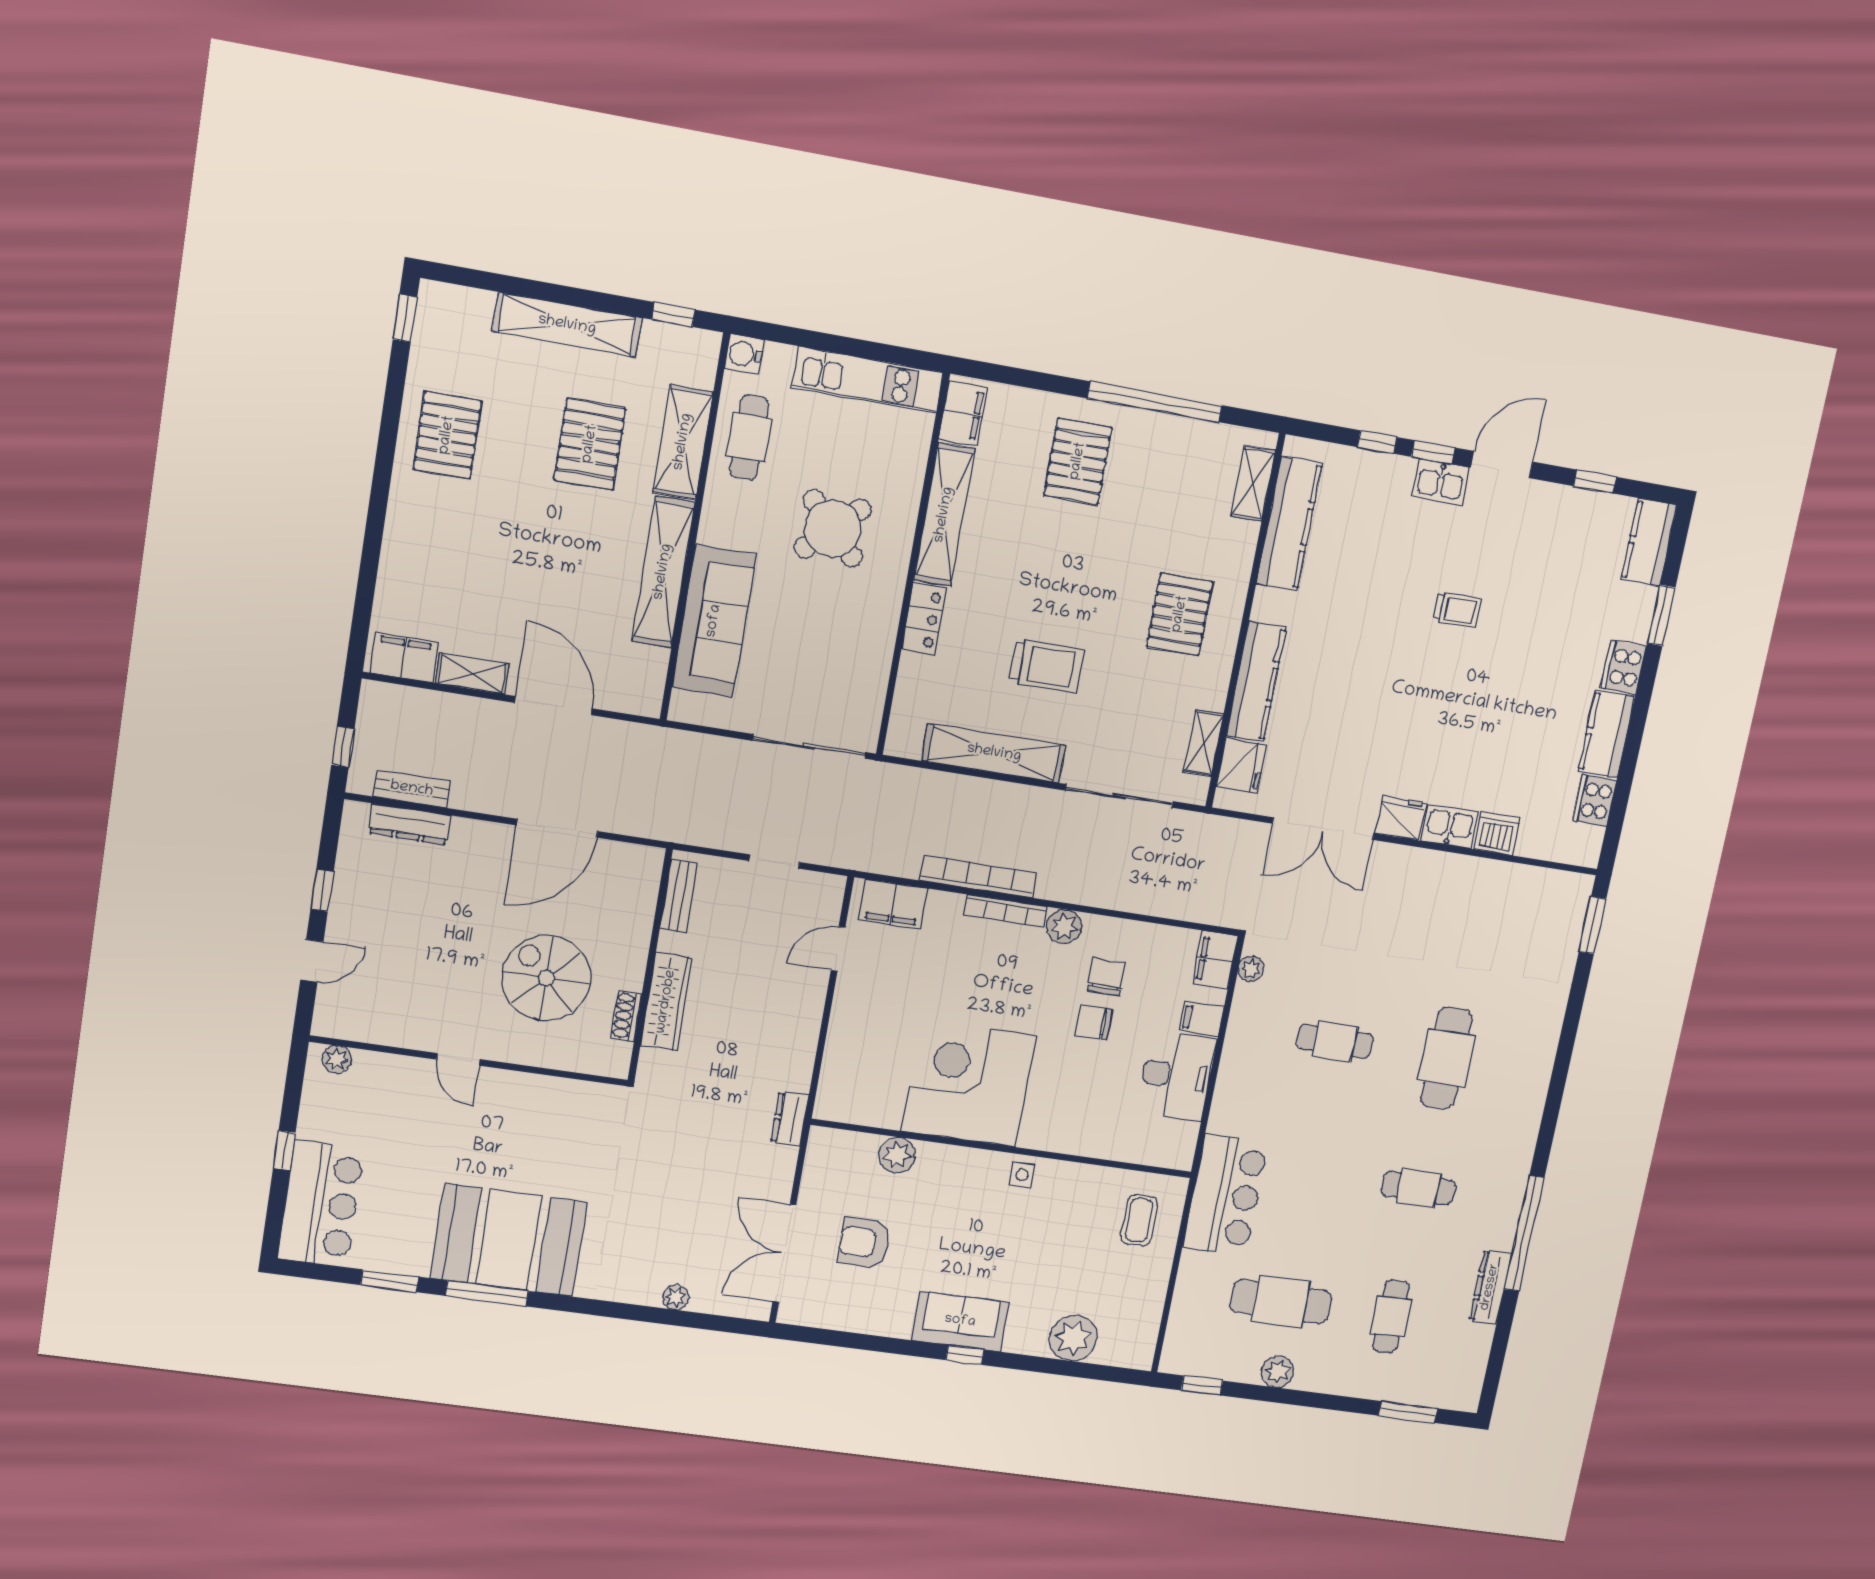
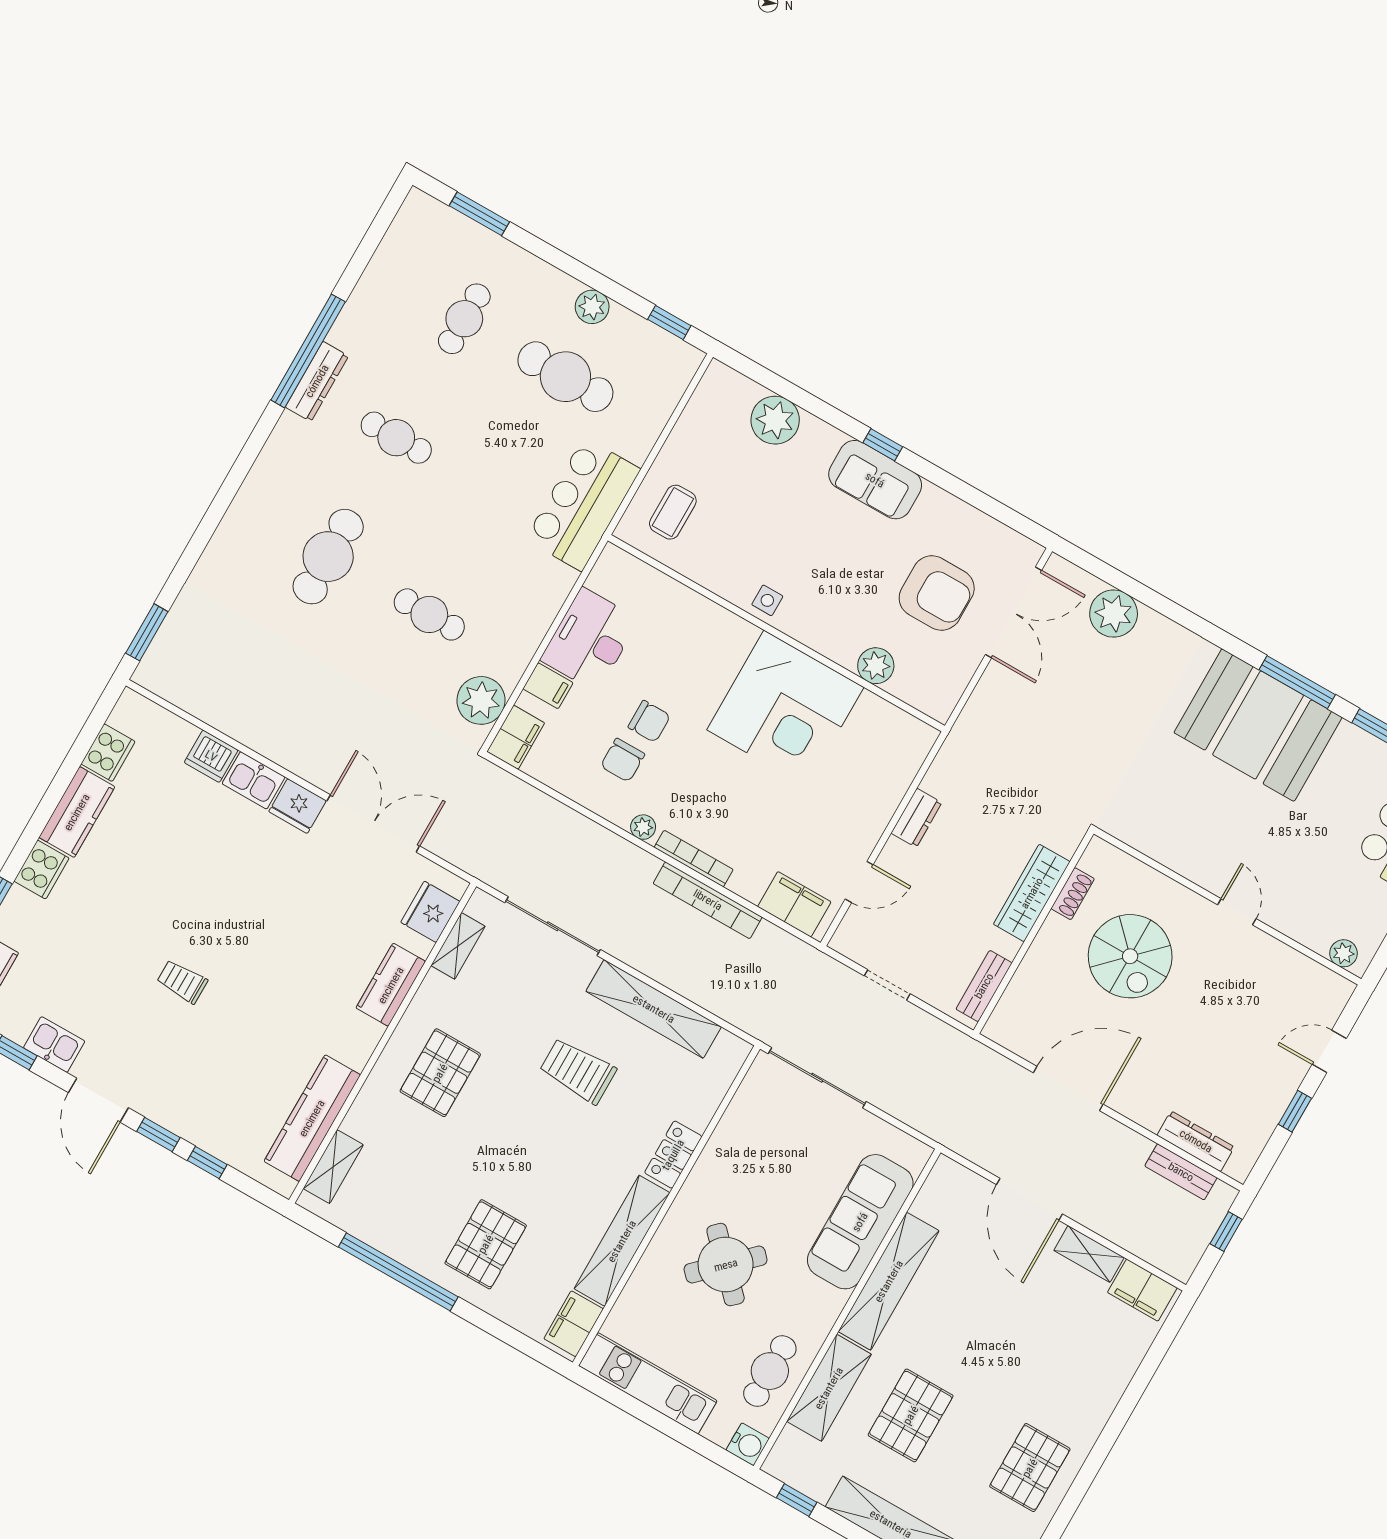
door: (1502, 465) -> (98, 1100), hinge flipped
kitchen sink: (1440, 482) -> (54, 1045), moved
kitchen counter: (1256, 682) -> (391, 985), width x0.67
plant: (1064, 927) -> (643, 827), width x0.73, depth x0.73
plant: (1251, 969) -> (481, 700), width x1.88, depth x1.88
dresser: (790, 1119) -> (916, 818), moved
armchair: (864, 1243) -> (937, 593), width x1.36, depth x1.36
dresser: (1490, 1287) -> (317, 381), moved
plant: (676, 1297) -> (1114, 614), width x1.88, depth x1.88

